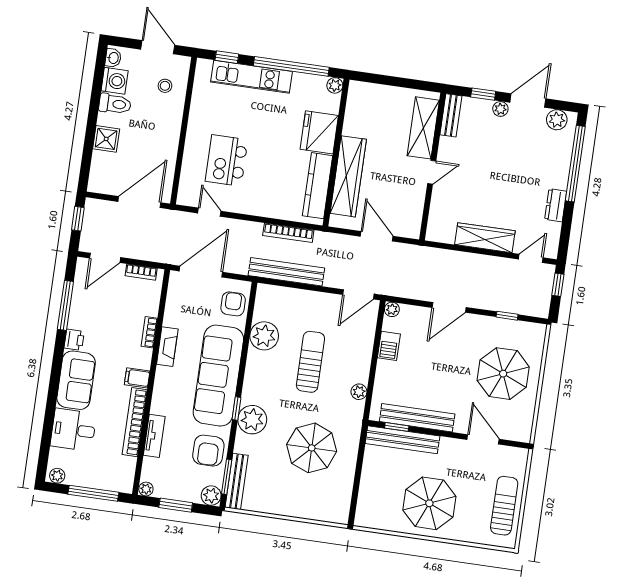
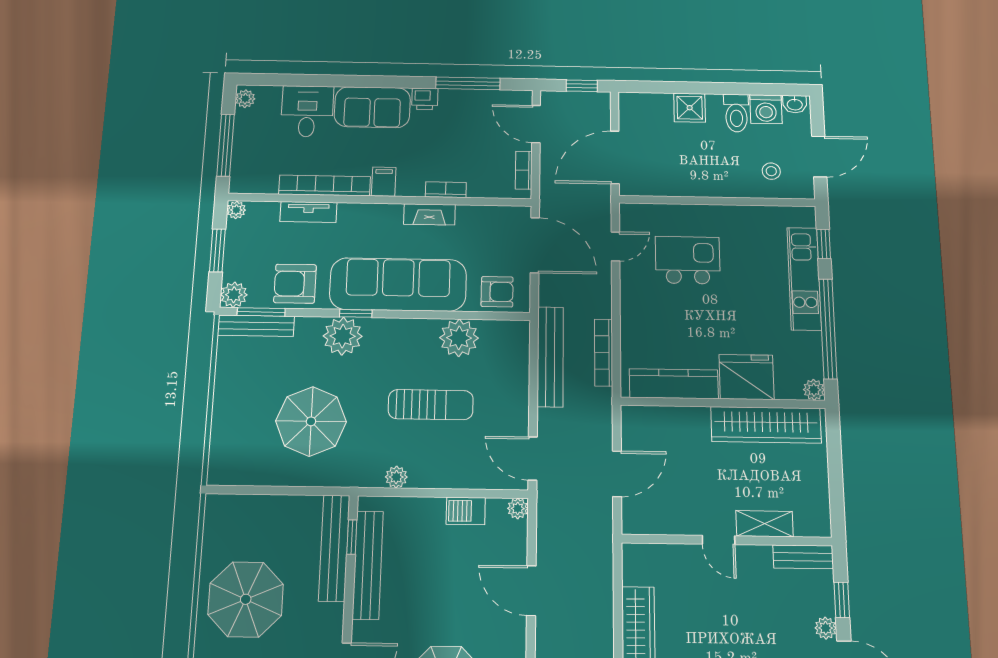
shelving: (423, 128) -> (765, 524), width x0.67, depth x0.75
wardrobe: (348, 176) -> (766, 425), moved
door: (139, 202) -> (615, 157), swing flipped

